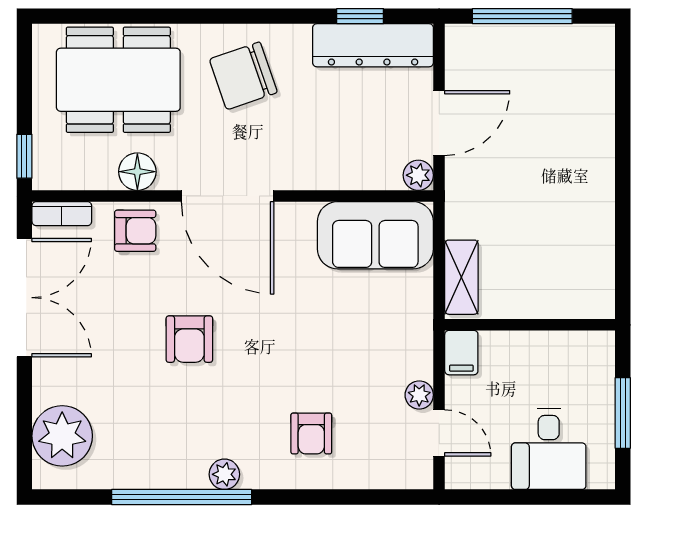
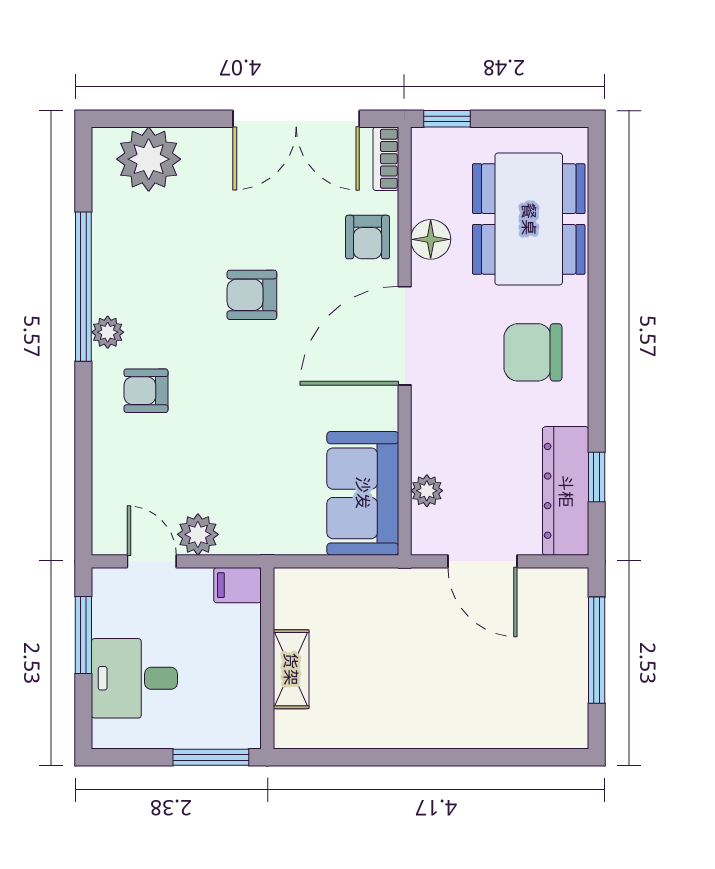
chair: (243, 76) -> (533, 352), turned -71
plant: (418, 175) -> (427, 491), moved
shelving: (461, 277) -> (291, 669), moved, turned 90
plant: (419, 395) -> (198, 534), width x1.38, depth x1.38
window: (623, 413) -> (211, 757), moved
door: (439, 433) -> (152, 561), swing flipped
armchair: (311, 434) -> (146, 391), moved
window: (508, 497) -> (83, 635), added

